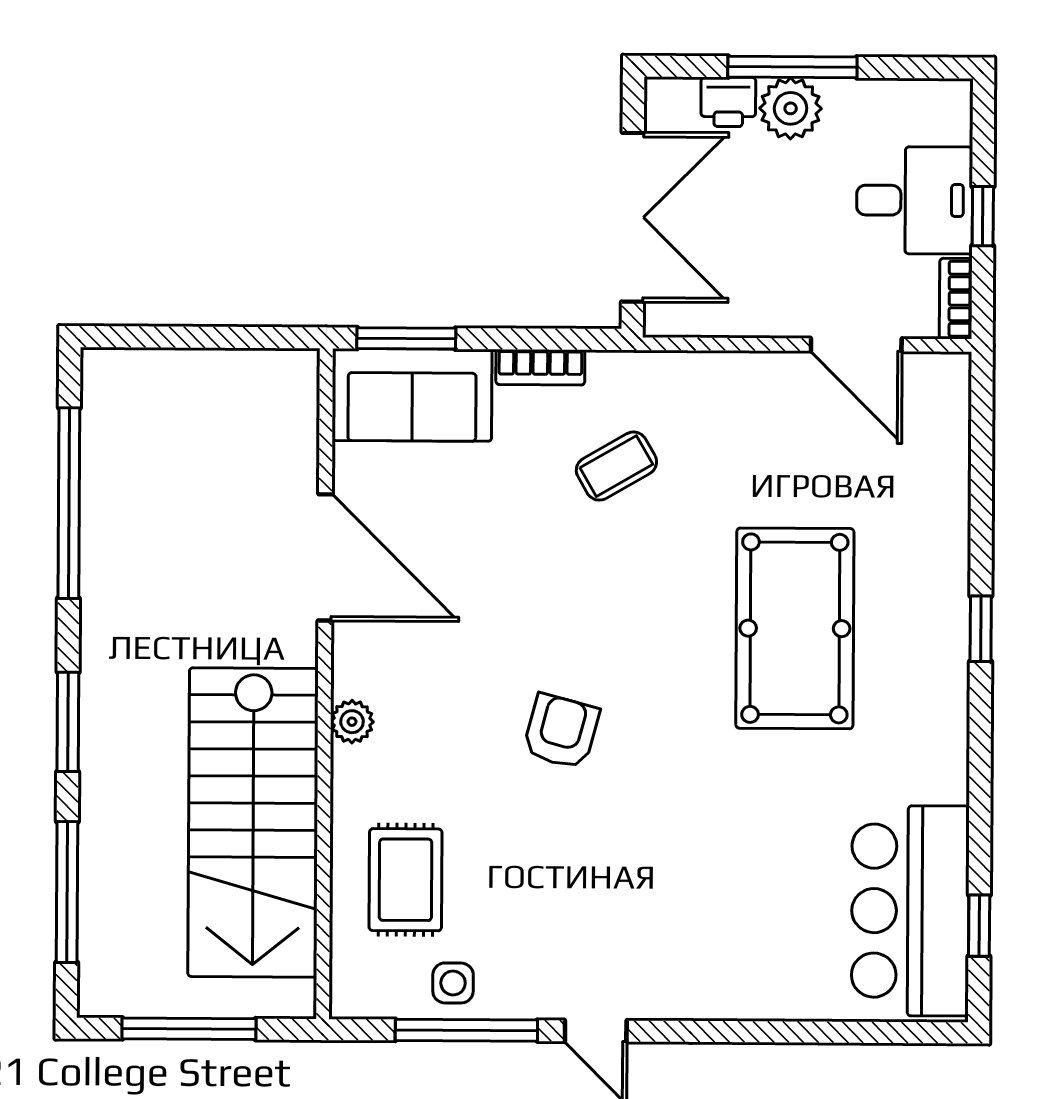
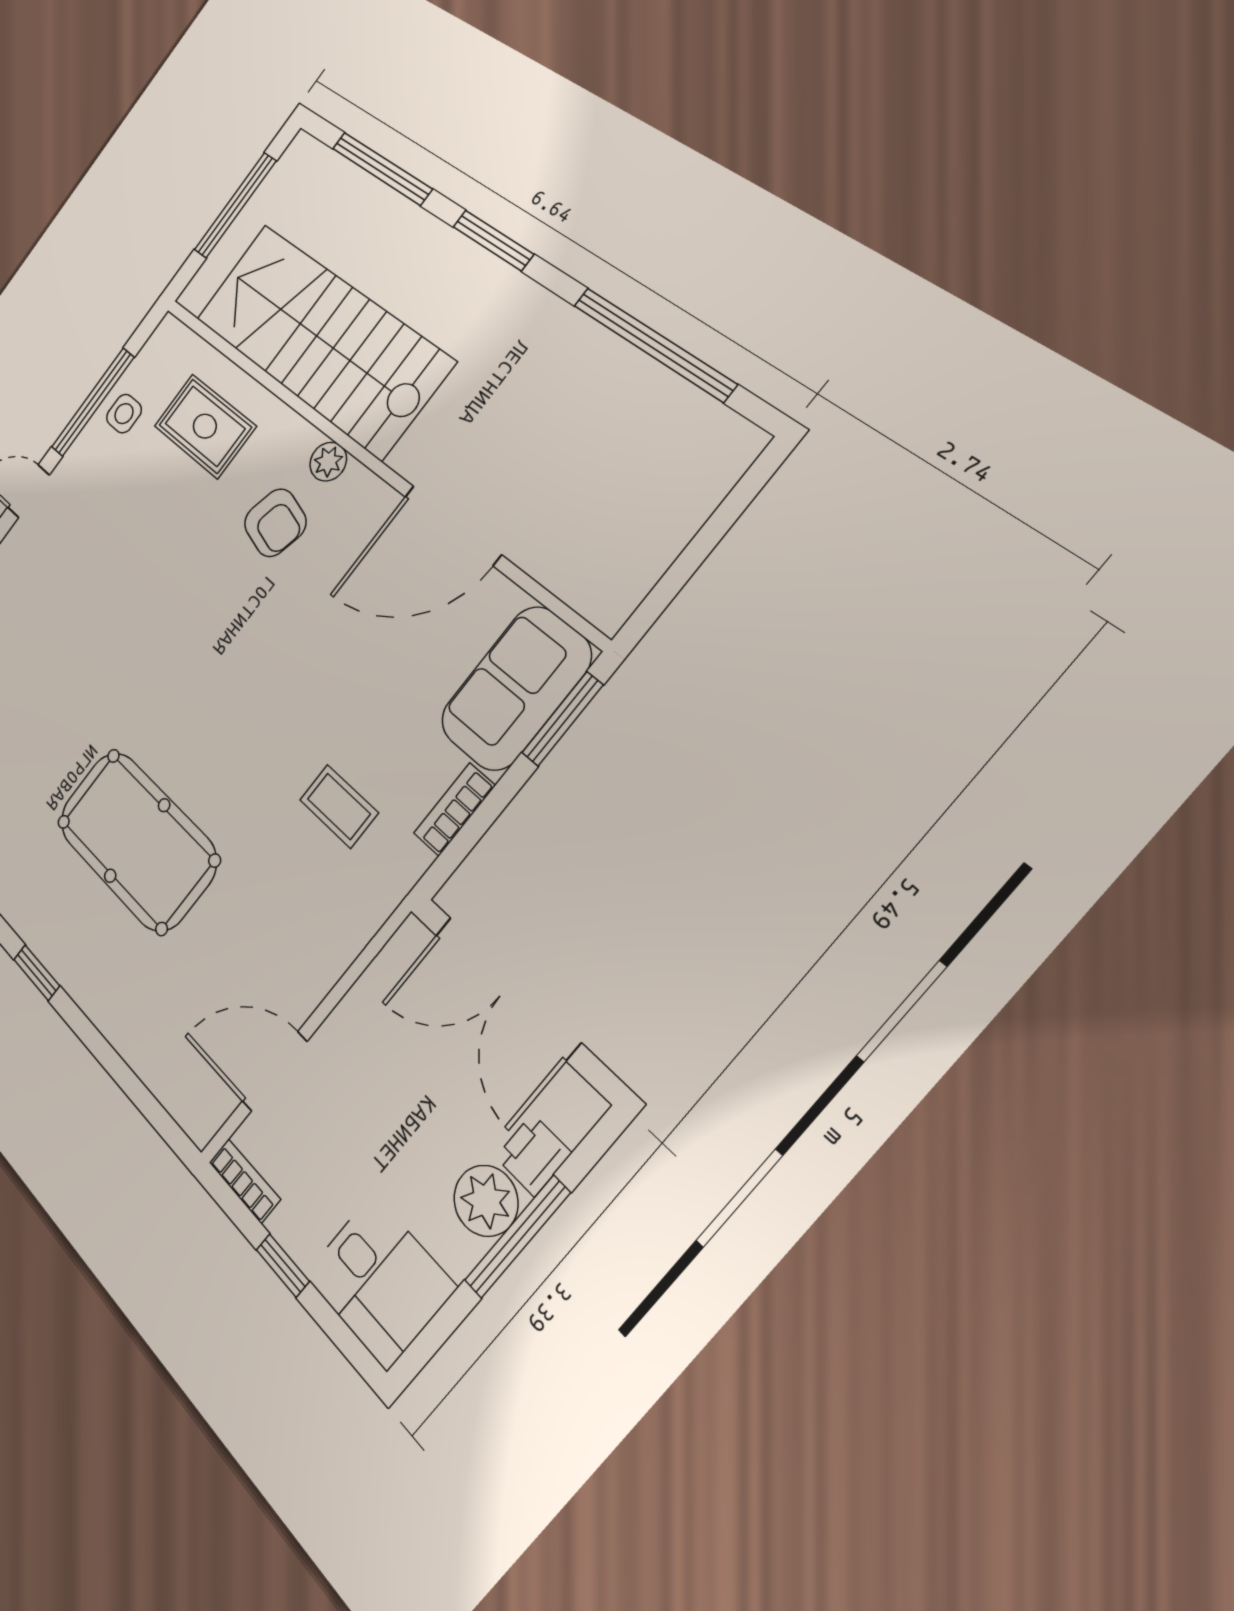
desk: (915, 200) -> (380, 1281), moved, turned -90
coffee table: (616, 466) -> (339, 806), turned -60
armchair: (561, 731) -> (275, 523), moved

